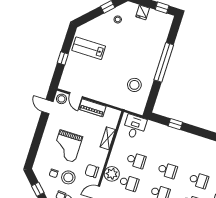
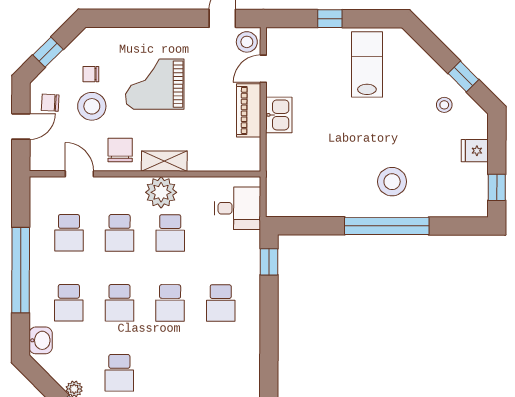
stool: (134, 85) -> (392, 182), moved
kitchen sink: (99, 95) -> (279, 115), added
window: (175, 124) -> (269, 262), moved
shelving: (108, 138) -> (164, 161), moved
plant: (112, 174) -> (161, 192), moved
school desk: (199, 180) -> (221, 303), moved

